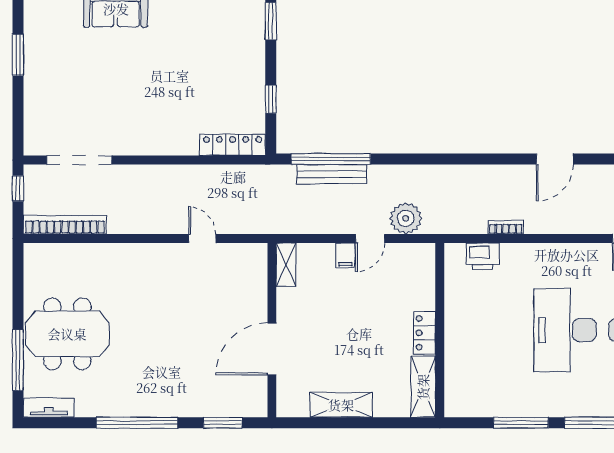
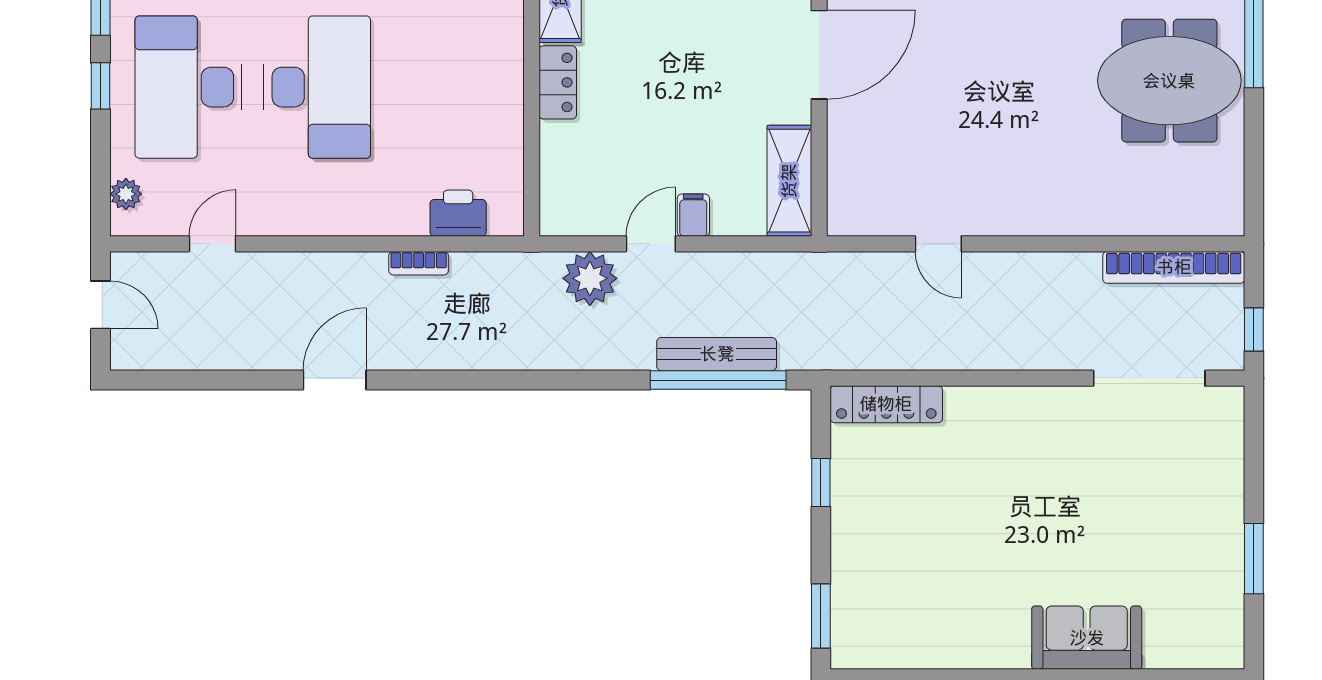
shelving: (286, 265) -> (789, 181), width x1.50, depth x1.33

